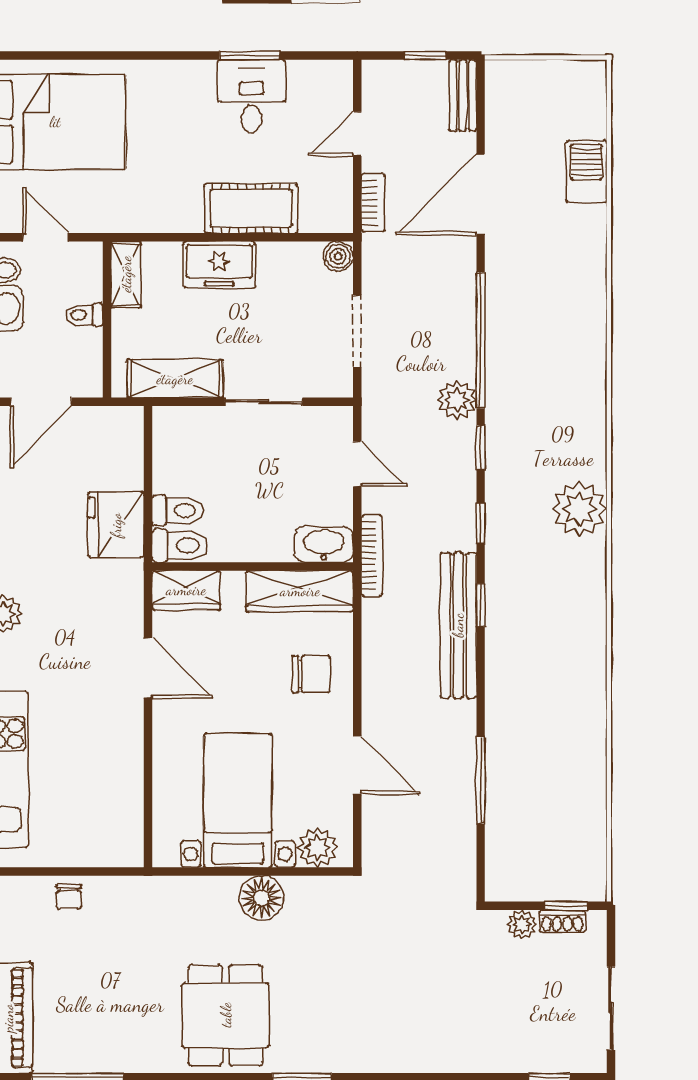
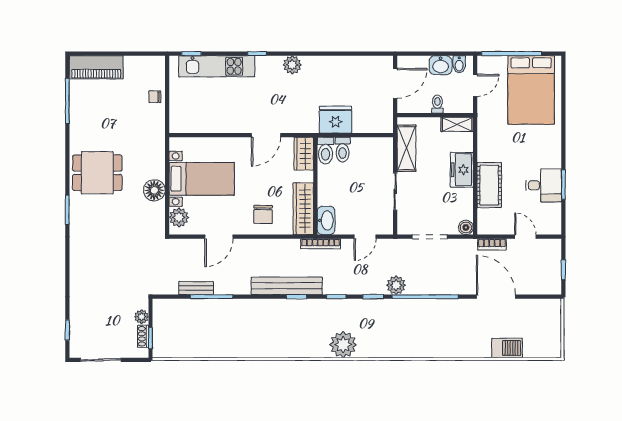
bench: (463, 95) -> (196, 288), moved
door: (41, 402) -> (395, 83), swing flipped

